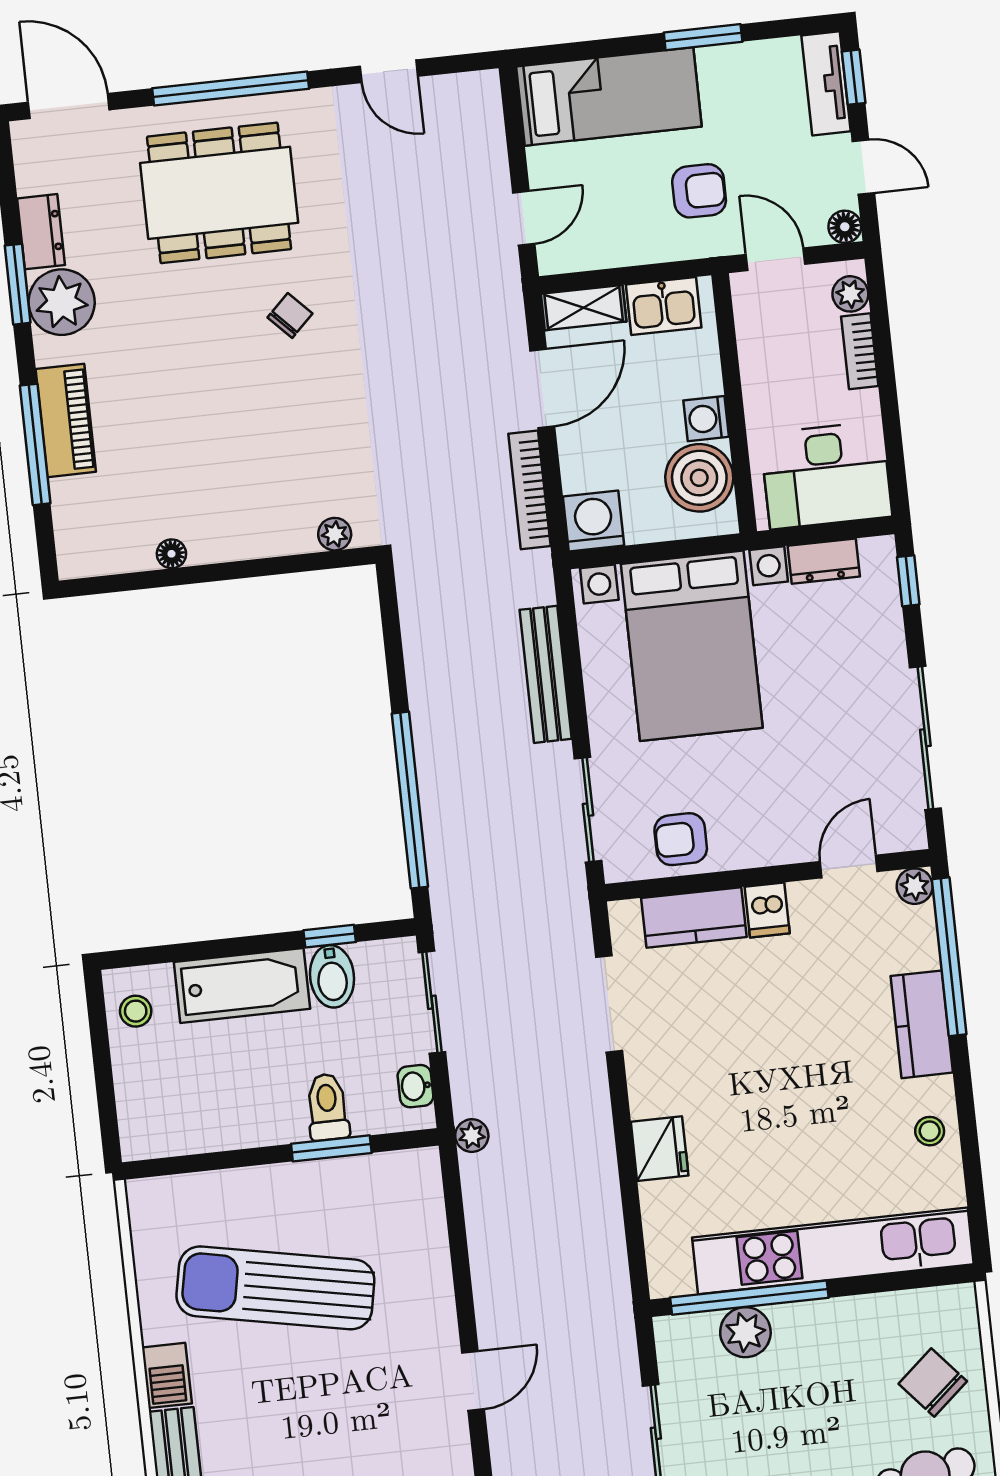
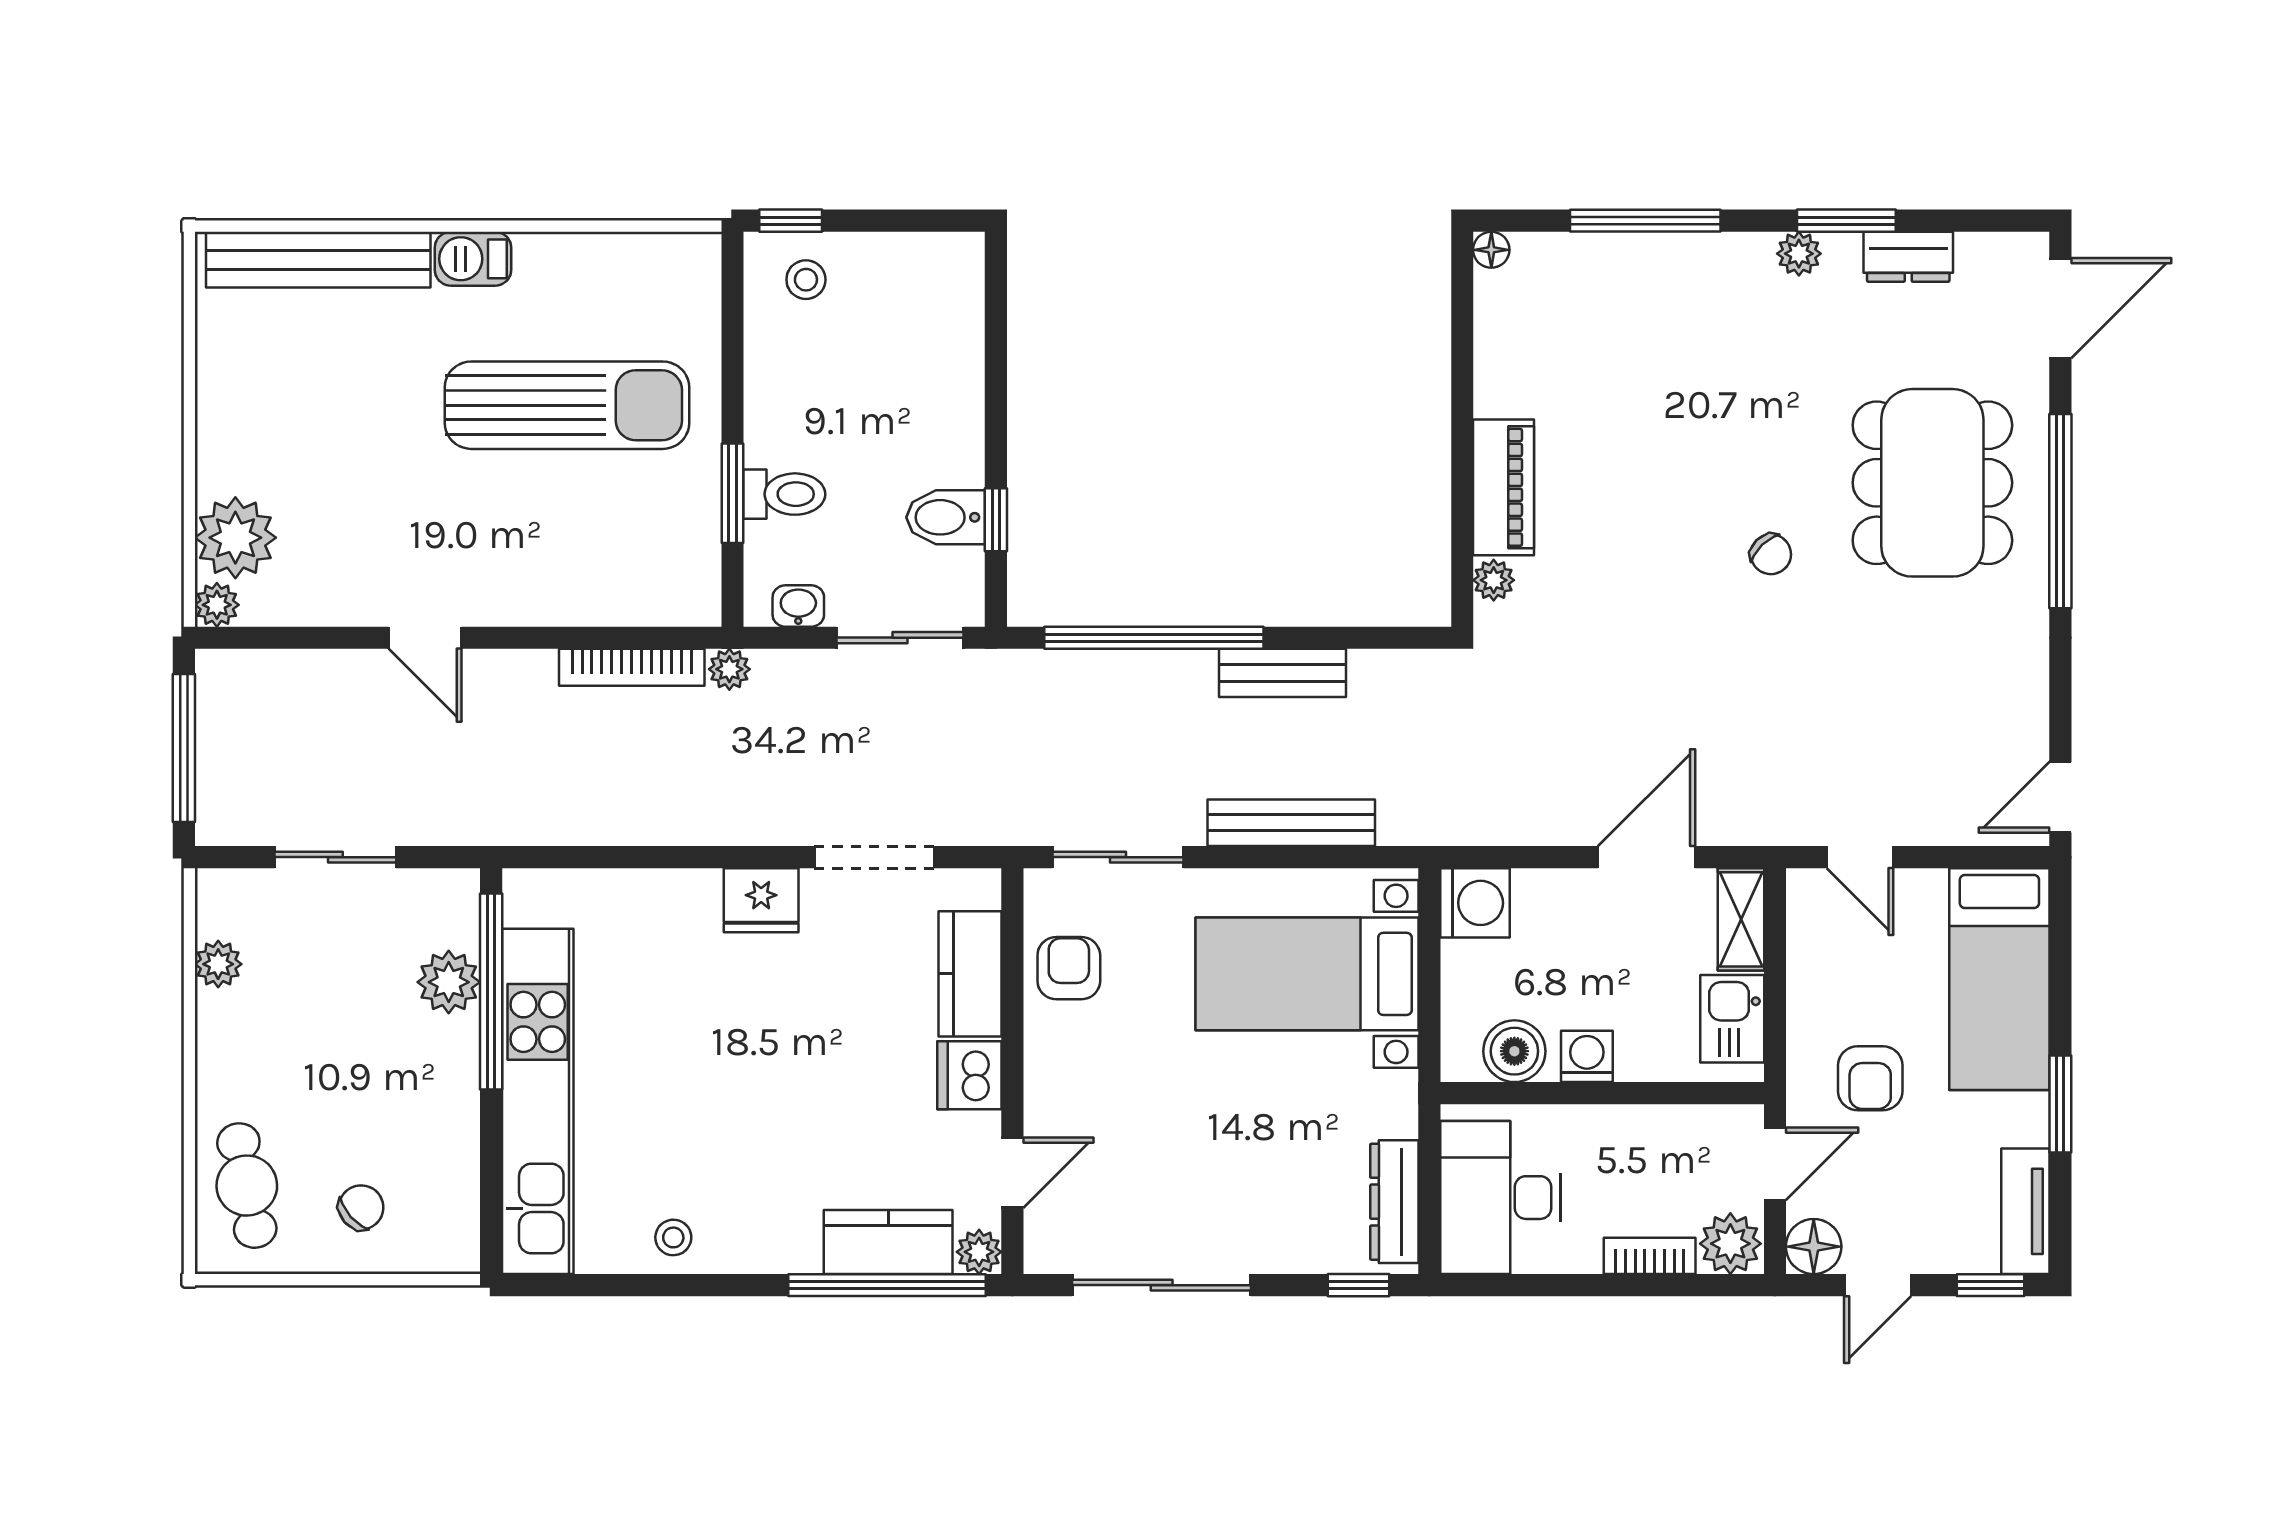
door: (389, 71) -> (2060, 797), moved
tv unit: (826, 83) -> (2025, 1211), moved, turned -90
floor lamp: (845, 227) -> (1814, 1247), width x1.37, depth x1.37
plant: (850, 294) -> (1730, 1244), width x1.38, depth x1.38
plant: (62, 302) -> (1799, 254), width x0.53, depth x0.53
door: (542, 388) -> (1647, 857), swing flipped
piano: (66, 420) -> (1504, 487), moved, turned -90
boiler: (699, 478) -> (1514, 1051), width x0.73, depth x0.73
bookcase: (529, 490) -> (632, 667), moved, turned 180
floor lamp: (171, 554) -> (1491, 250), moved
dresser: (824, 561) -> (1394, 1202), width x1.44
bed with nightstands: (692, 646) -> (1307, 974), width x0.73
bench: (427, 694) -> (1283, 673), added
door: (849, 866) -> (1012, 1173), hinge flipped
dishwasher: (767, 910) -> (969, 1075), width x1.38
bathtub: (242, 985) -> (947, 404), removed
stool: (136, 1011) -> (806, 280), moved
kitchen counter: (922, 1024) -> (888, 1242), moved
window: (109, 1126) -> (791, 221), added
fridge: (660, 1149) -> (761, 900), moved
sun lounger: (275, 1288) -> (567, 405), turned 79
chair: (933, 1383) -> (361, 1207), width x0.73, depth x0.73

